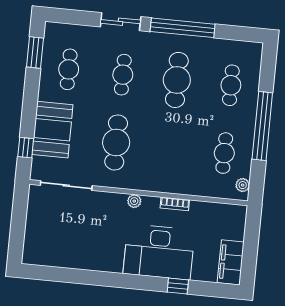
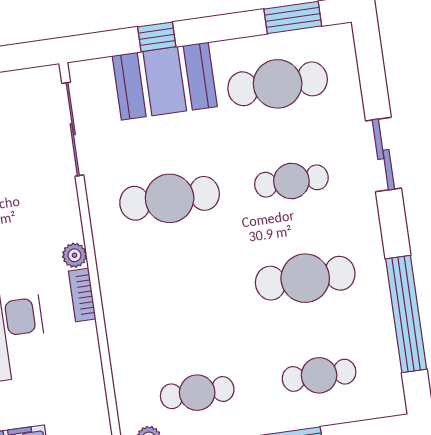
window: (183, 28) -> (406, 314), moved
cafe table: (69, 69) -> (278, 84), width x1.37, depth x1.35
window: (26, 148) -> (157, 37), moved
bookcase: (175, 204) -> (82, 295), moved

